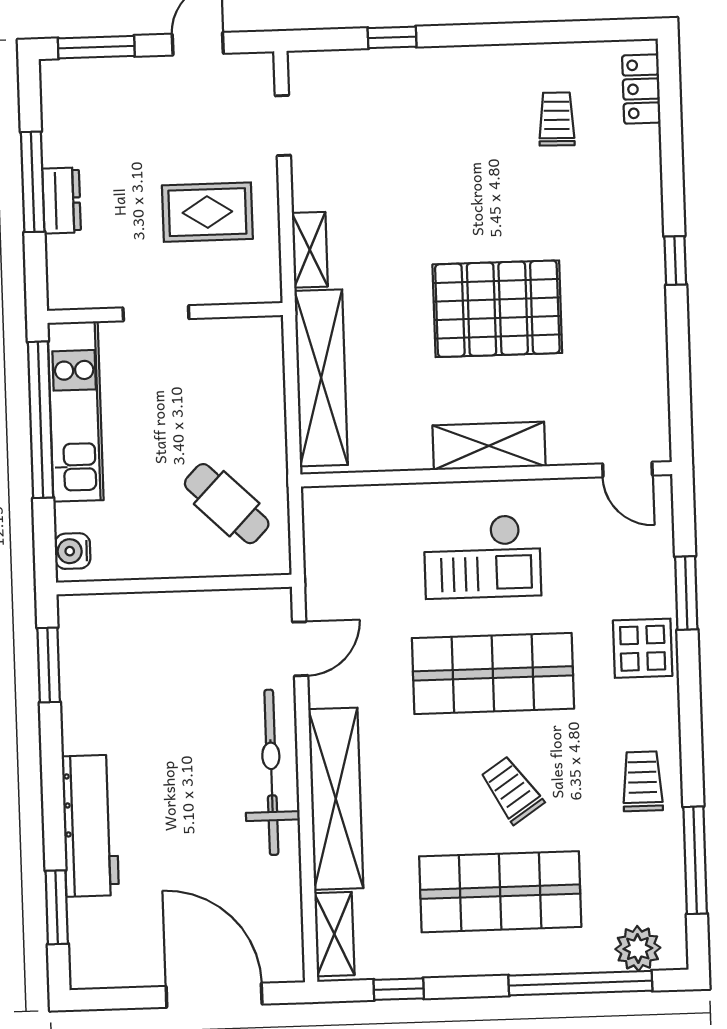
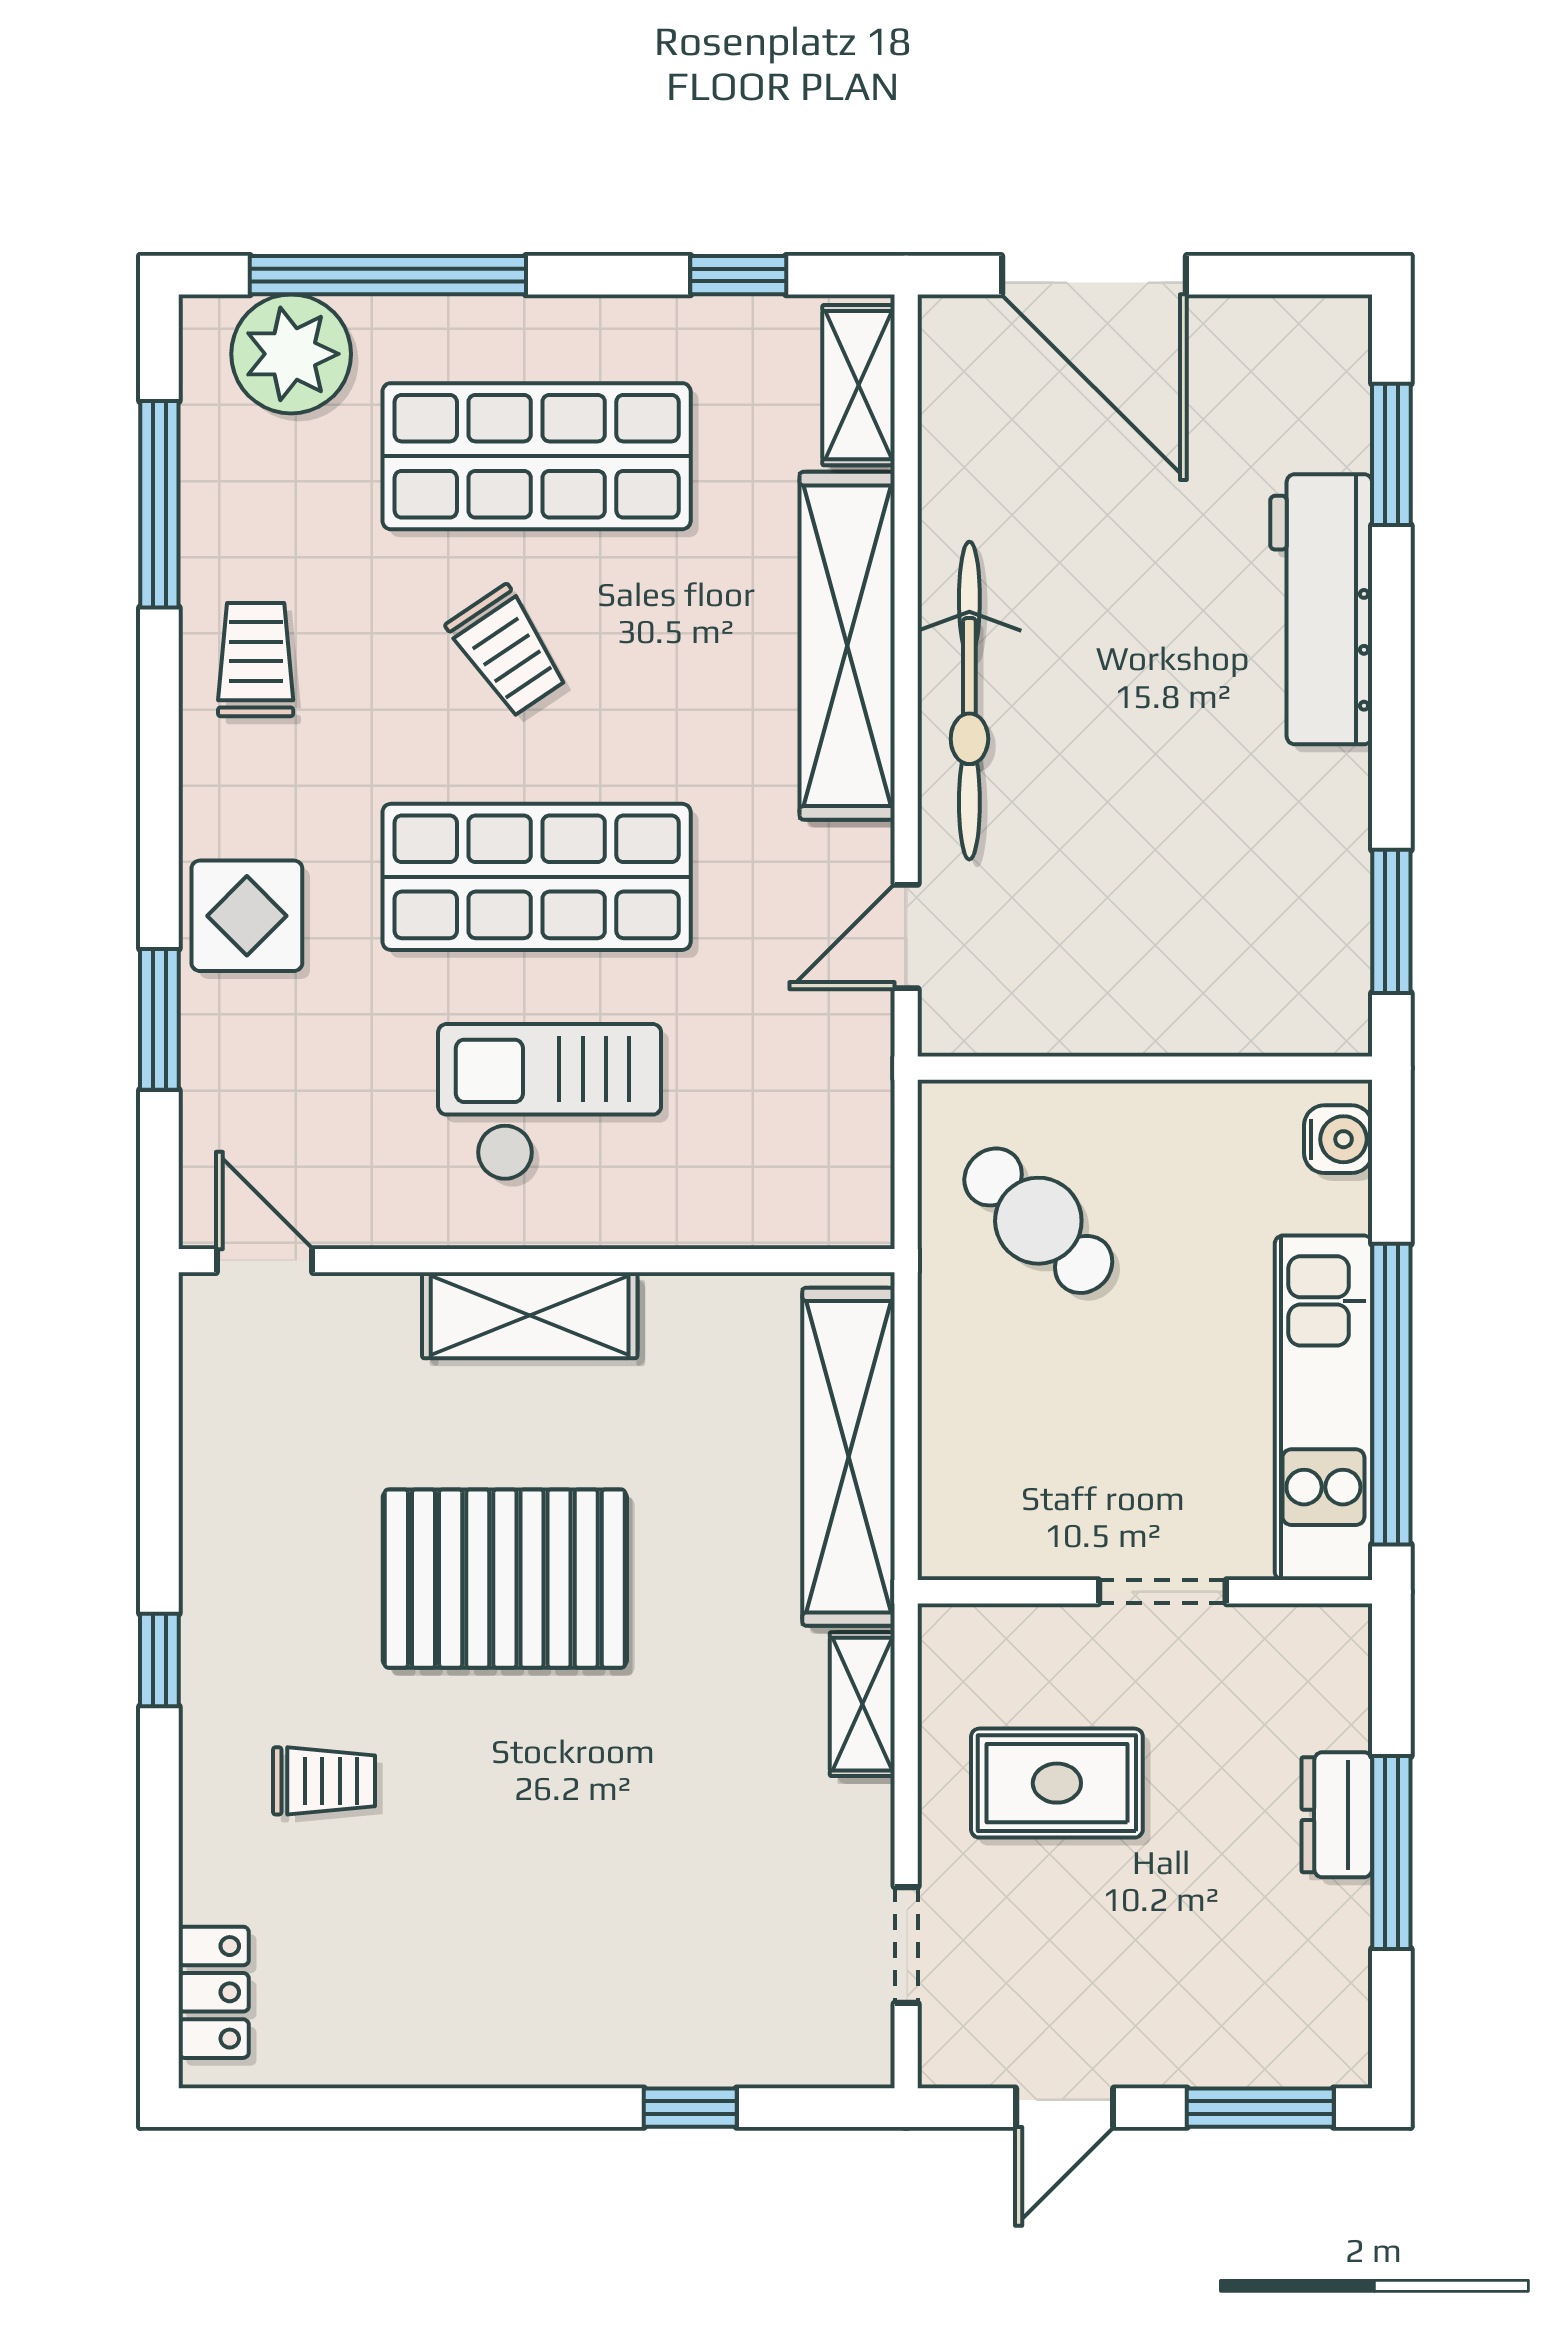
trolley: (557, 119) -> (324, 1781), moved, turned -91
trolley: (642, 781) -> (256, 660), turned 180
plant: (638, 948) -> (291, 354), width x1.36, depth x1.36

